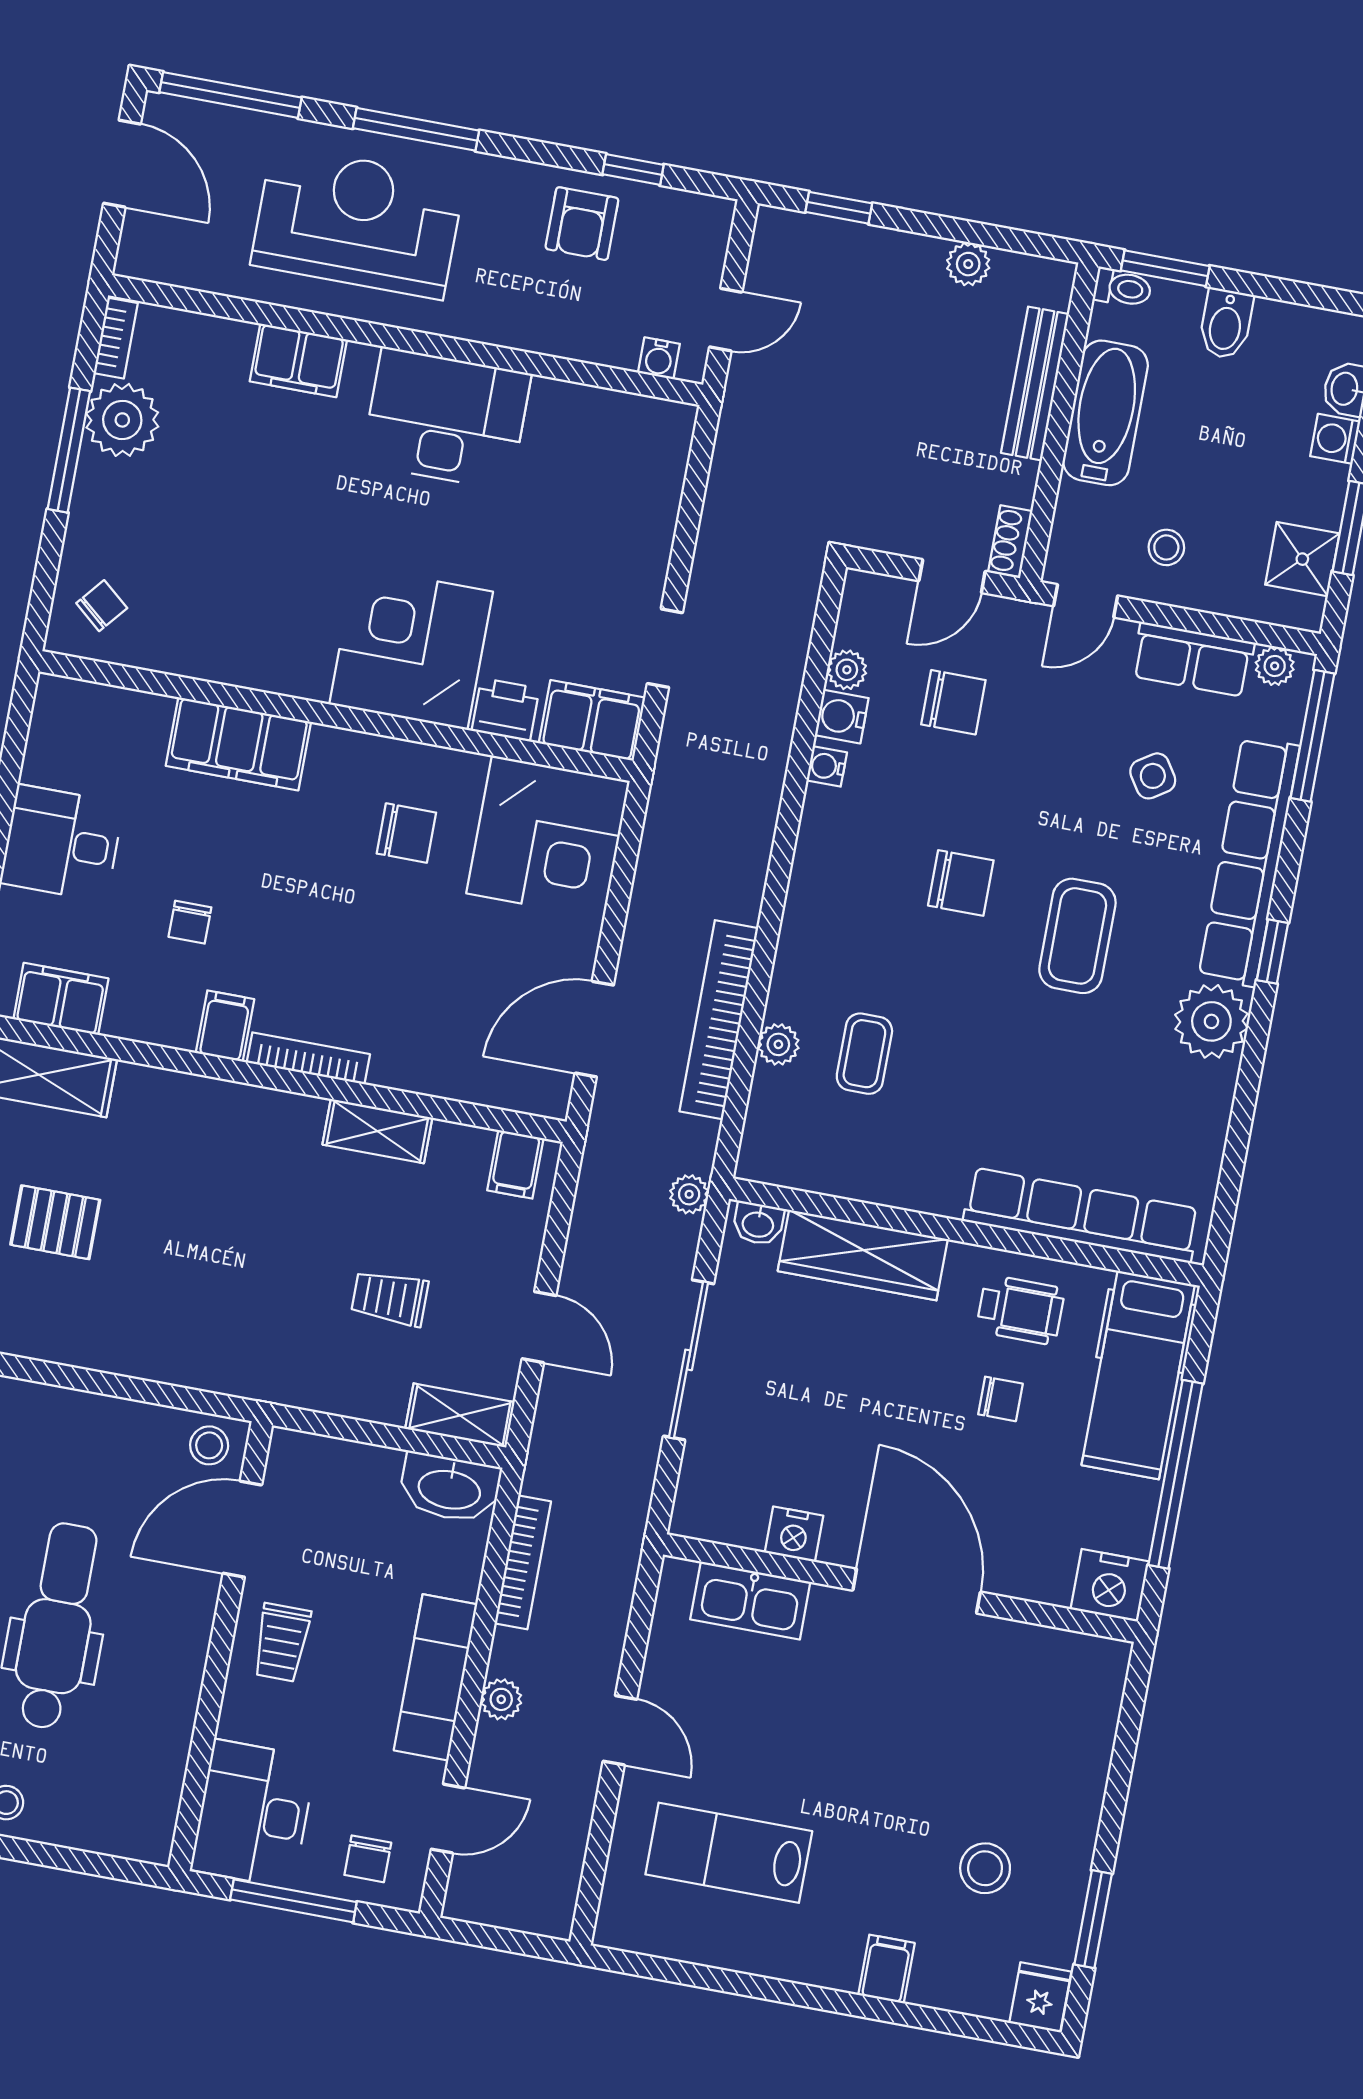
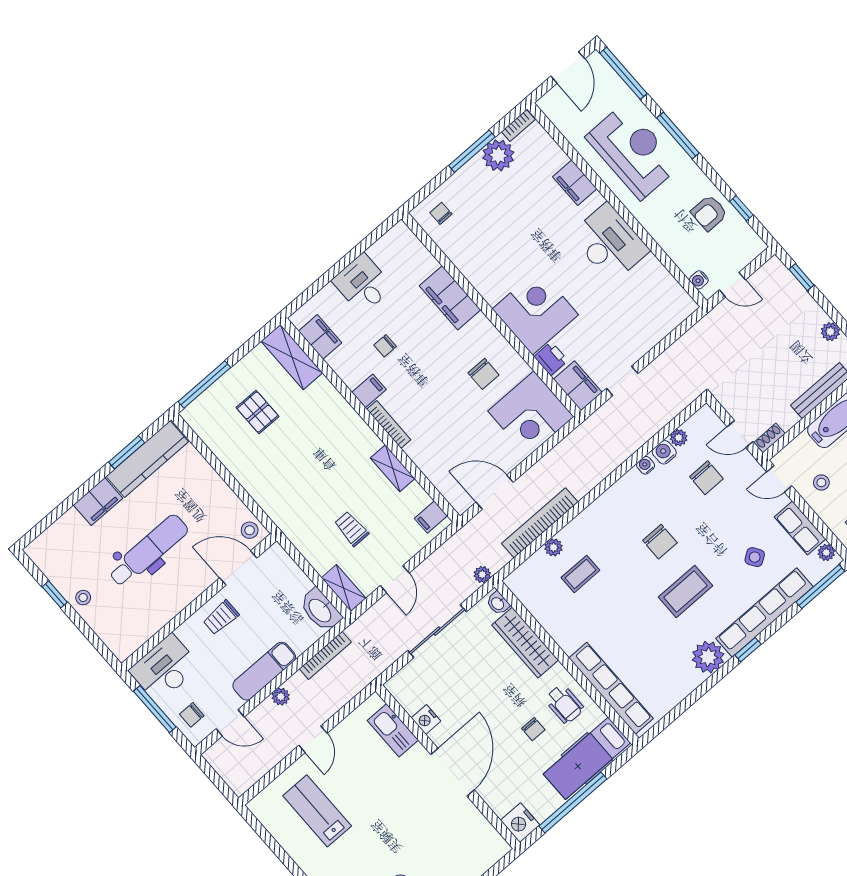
chair: (102, 606) -> (441, 213), turned -130

